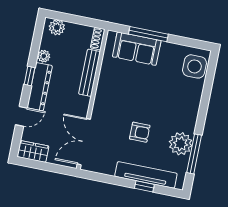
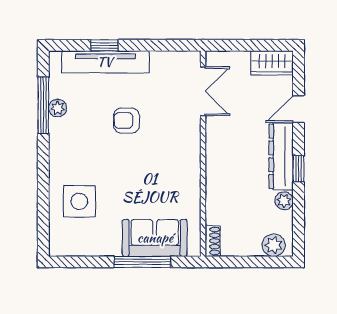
side table: (194, 66) -> (79, 201), moved
bench: (89, 73) -> (215, 190), removed
double door: (84, 142) -> (203, 91), width x0.73
plant: (181, 144) -> (58, 108), width x0.53, depth x0.53

